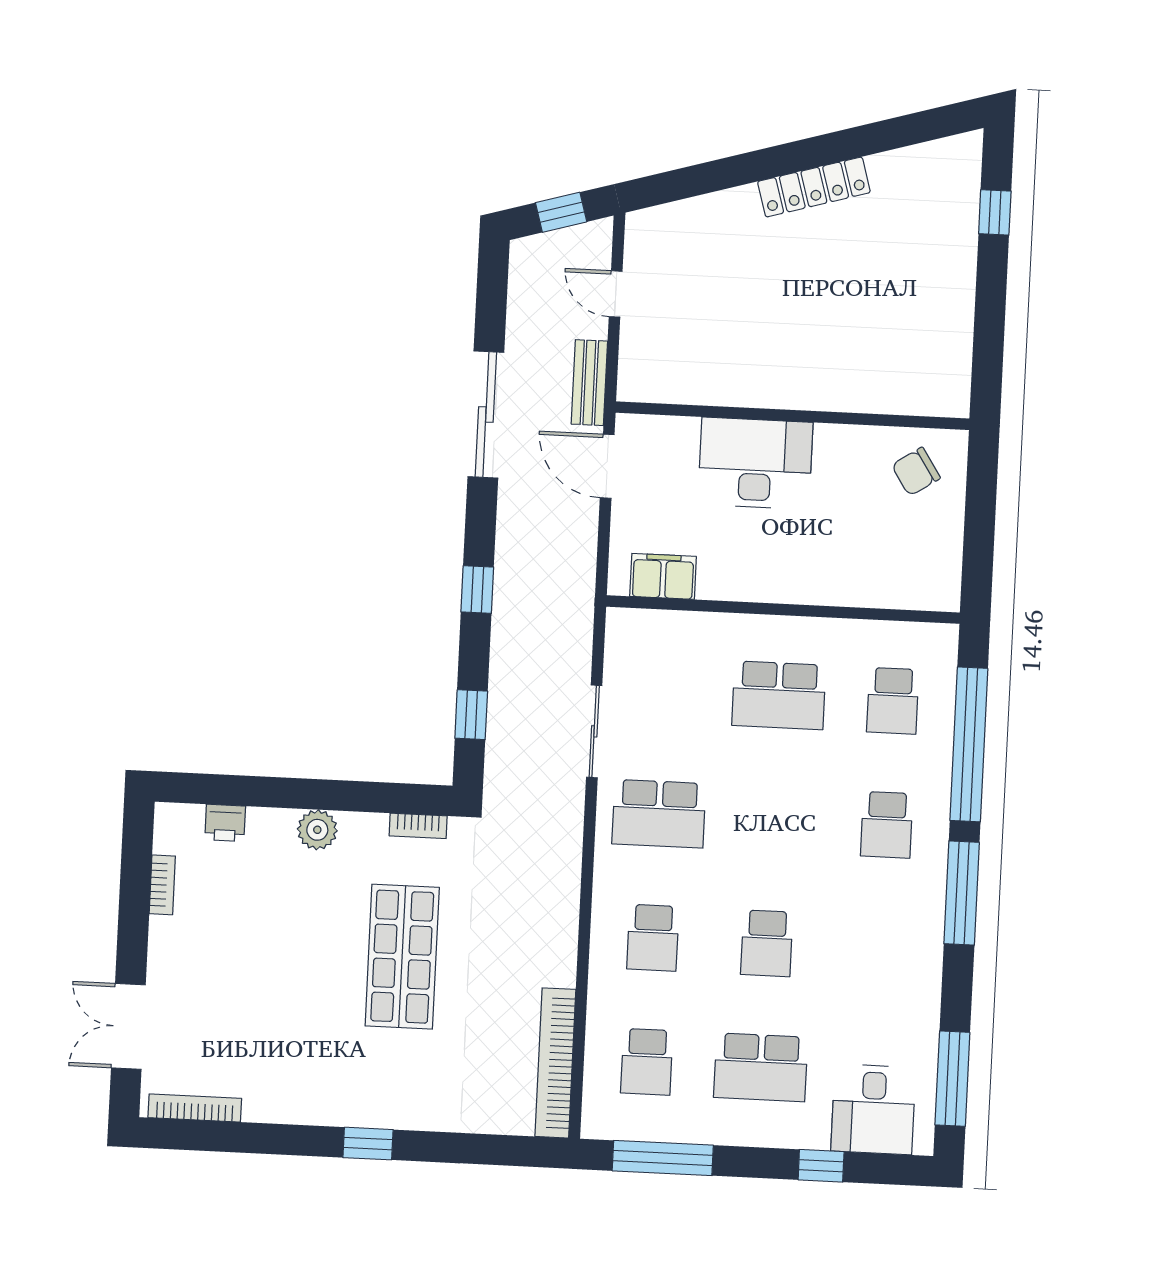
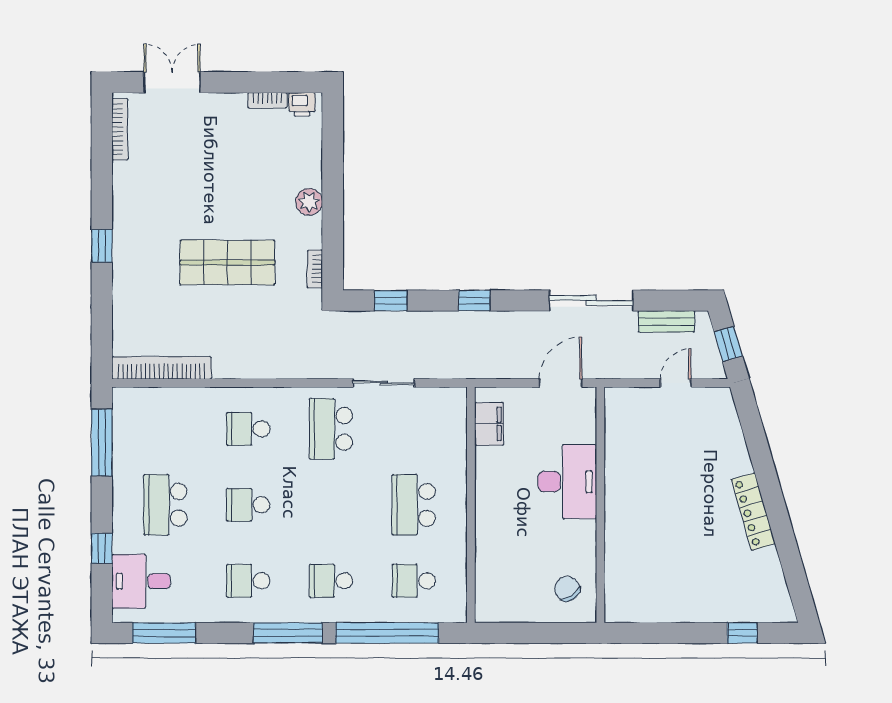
bench: (589, 383) -> (667, 321), moved
printer: (225, 823) -> (302, 104), moved, turned -90
school desk: (647, 1062) -> (248, 581), moved

